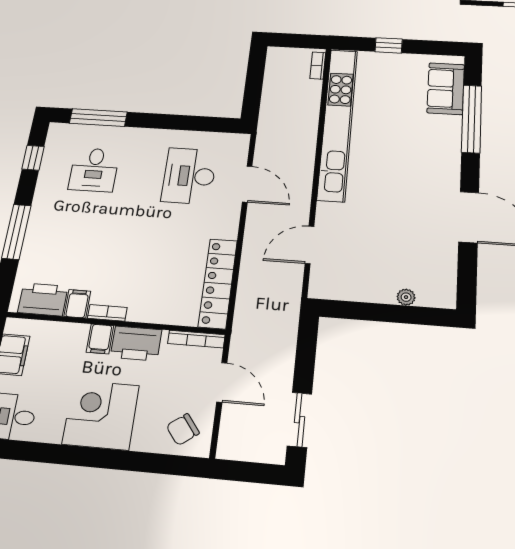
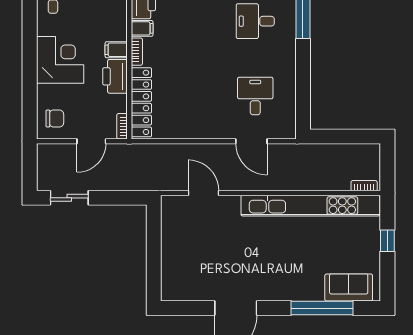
desk: (189, 176) -> (255, 96), width x0.73
door: (247, 184) -> (251, 141), hinge flipped
locker: (218, 283) -> (141, 102), moved, turned 90
plant: (406, 297) -> (167, 265), removed
bookcase: (196, 339) -> (122, 126), width x0.64
chair: (183, 430) -> (55, 119), turned 127

